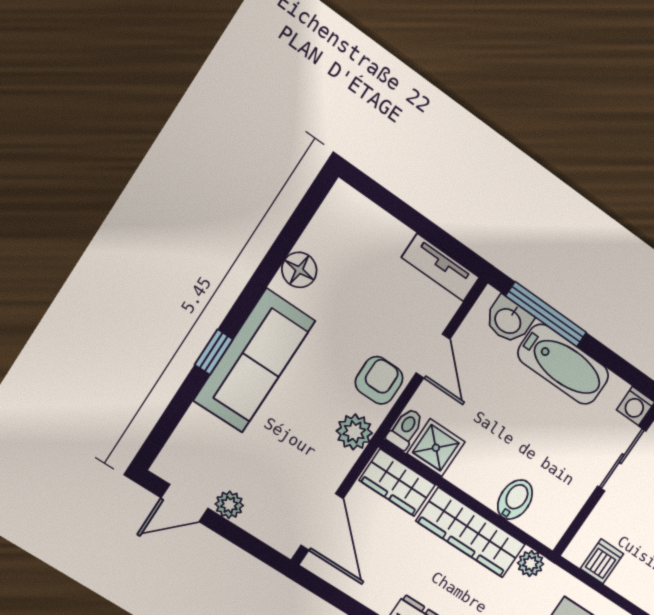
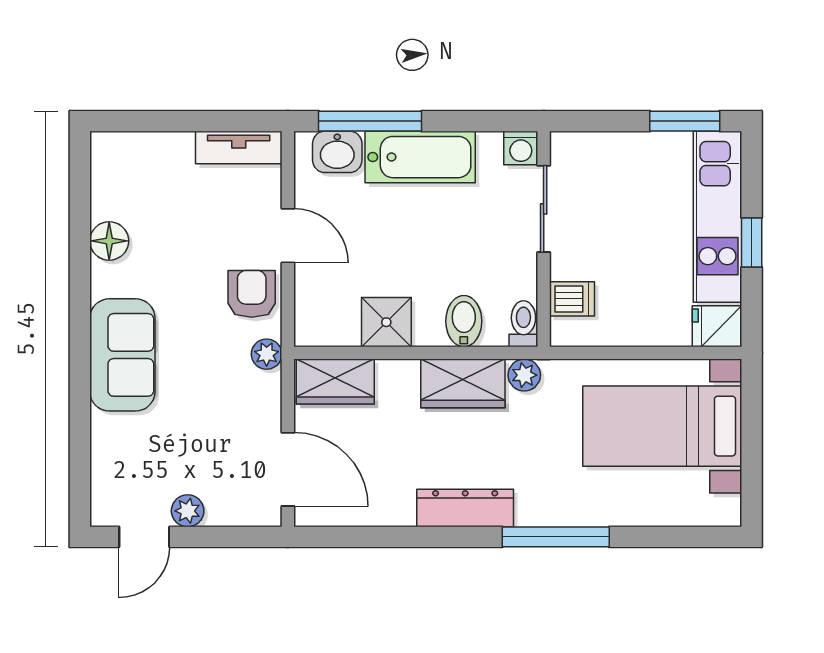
window: (214, 352) -> (80, 372), removed
sofa: (254, 361) -> (122, 355), width x0.73
toilet: (405, 429) -> (523, 324), moved
plant: (354, 432) -> (267, 354), width x0.73, depth x0.73
shower: (436, 448) -> (386, 322), moved
wardrobe: (471, 533) -> (463, 383), width x0.67
dishwasher: (602, 561) -> (572, 299), moved, turned 90

